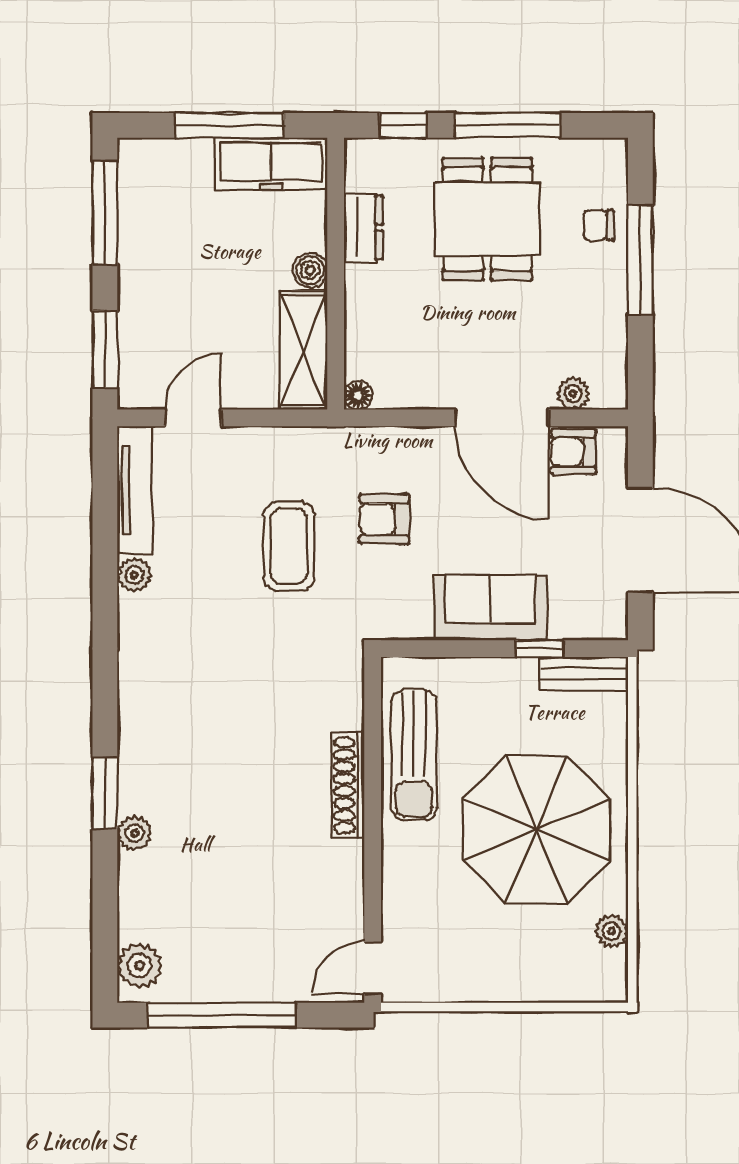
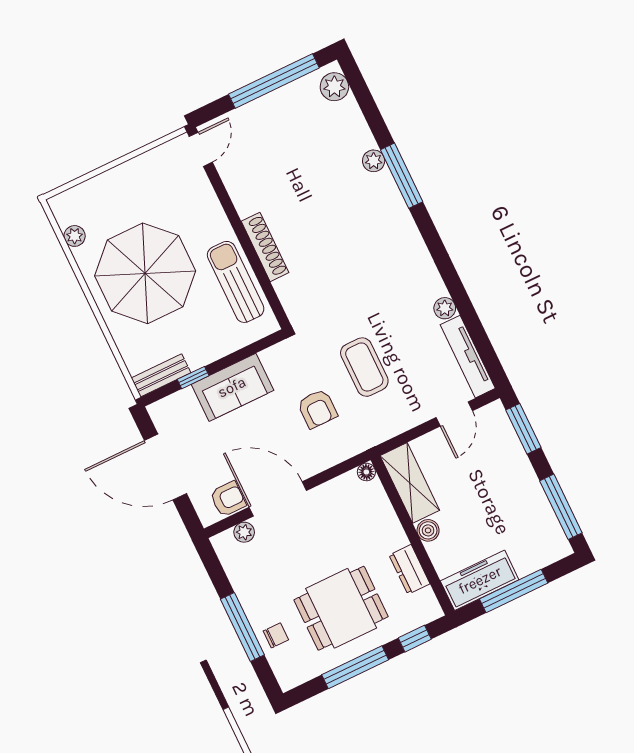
dining table: (487, 219) -> (341, 608), turned 90
armchair: (384, 519) -> (317, 409), turned 90
window: (105, 793) -> (402, 176), width x1.44

